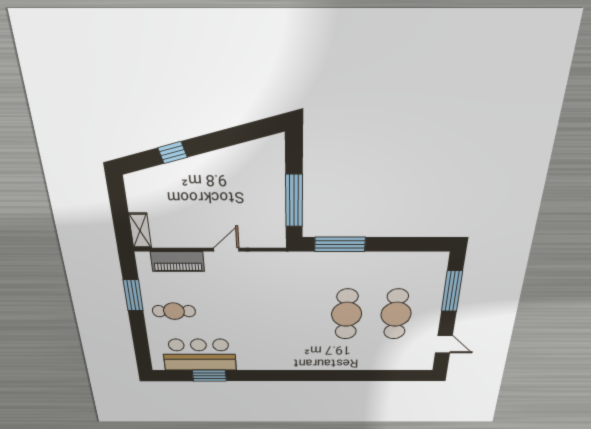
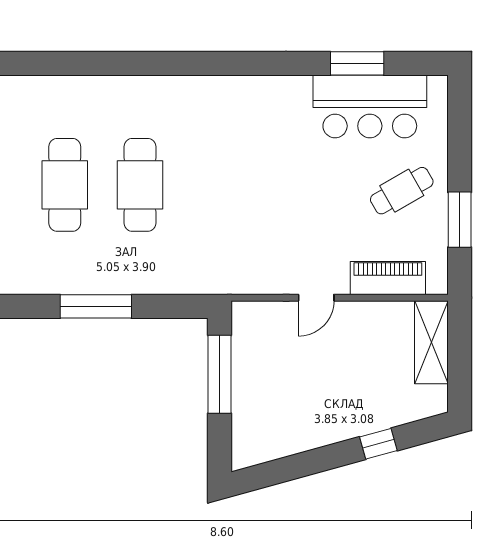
shelving: (140, 231) -> (431, 342), width x1.50, depth x1.33
window: (340, 244) -> (96, 306), moved
cafe table: (174, 311) -> (402, 191), turned -30

